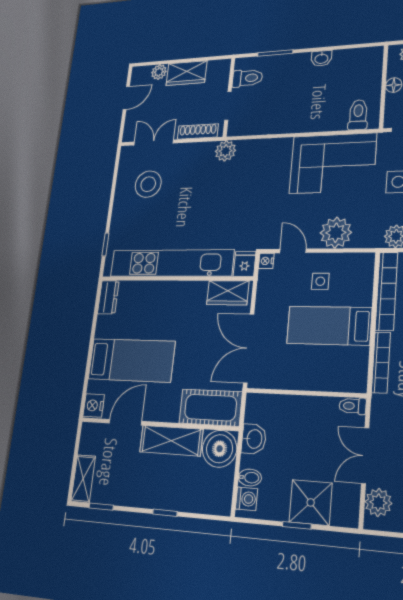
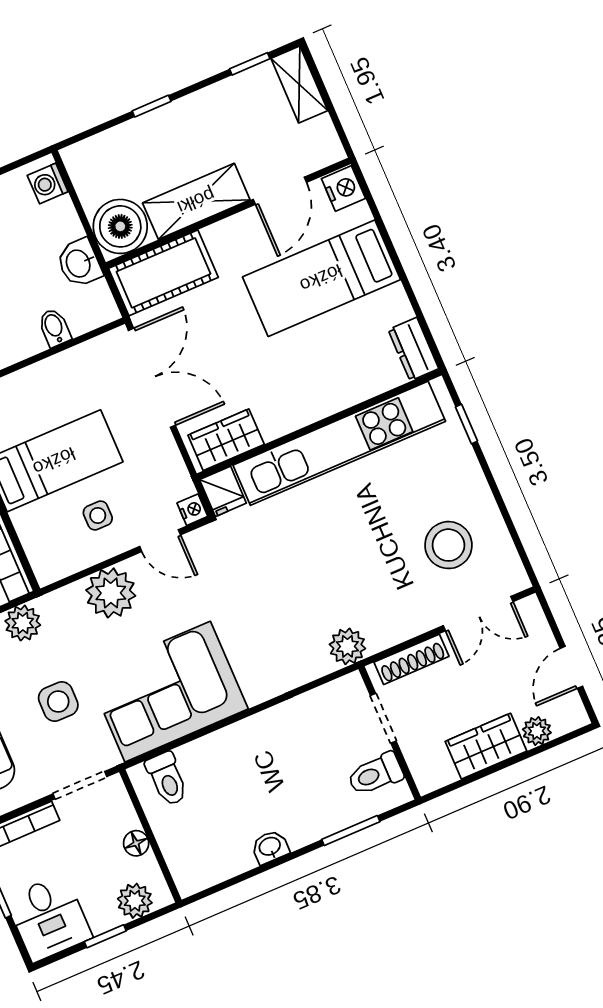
bidet: (250, 478) -> (54, 328), moved, turned 90

